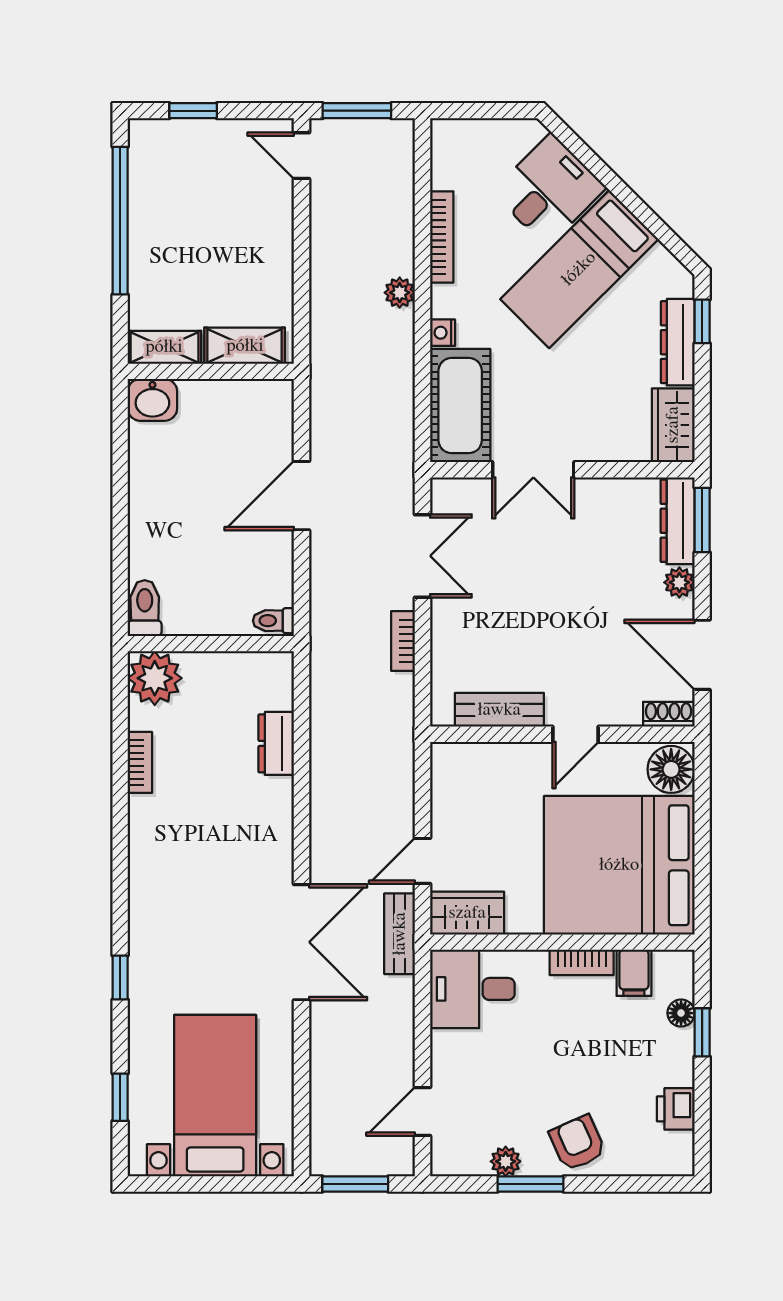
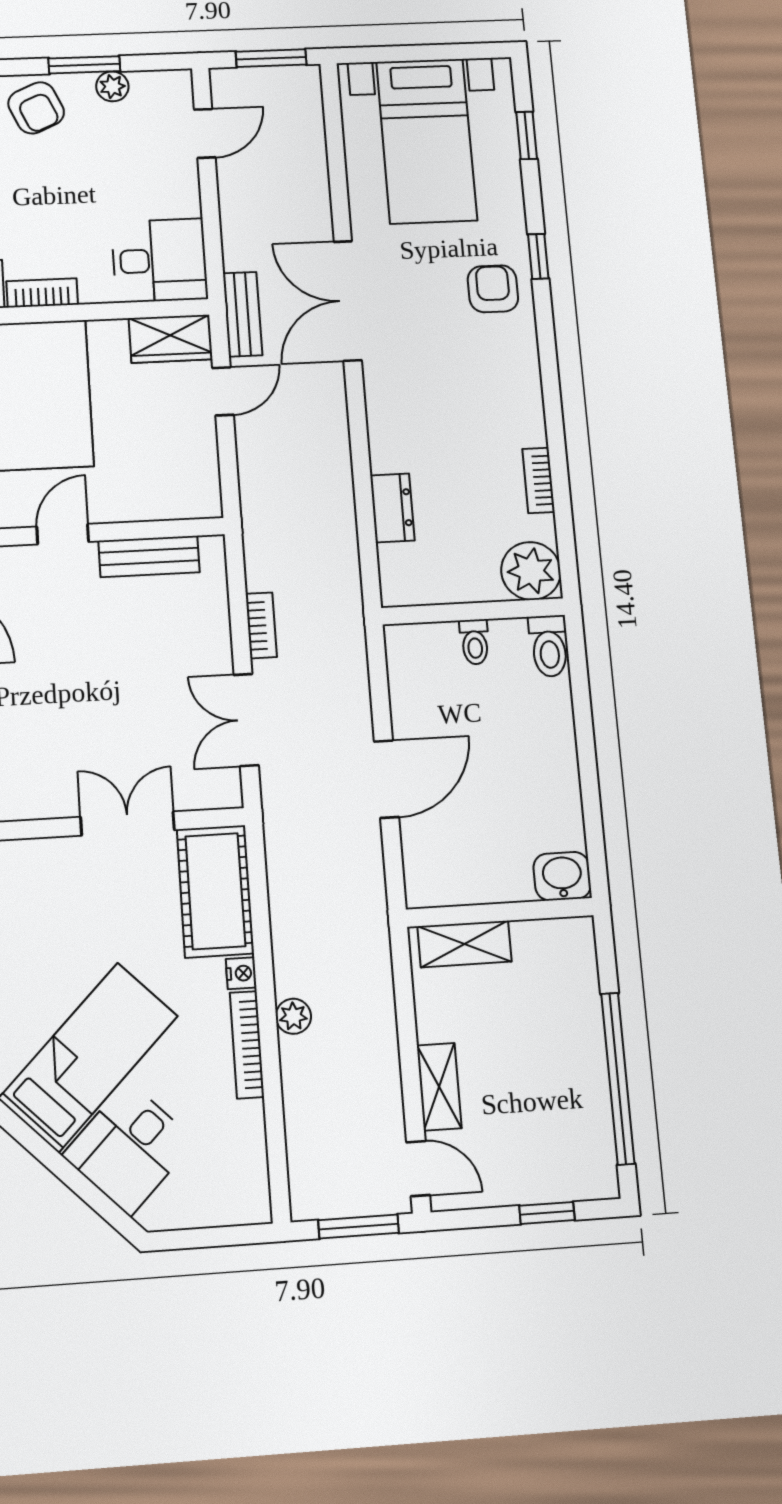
bookcase: (442, 237) -> (247, 1045), moved
shelving: (164, 347) -> (439, 1087), moved, turned 90
toilet: (273, 621) -> (475, 642), moved, turned 90
armchair: (166, 948) -> (493, 289), added

